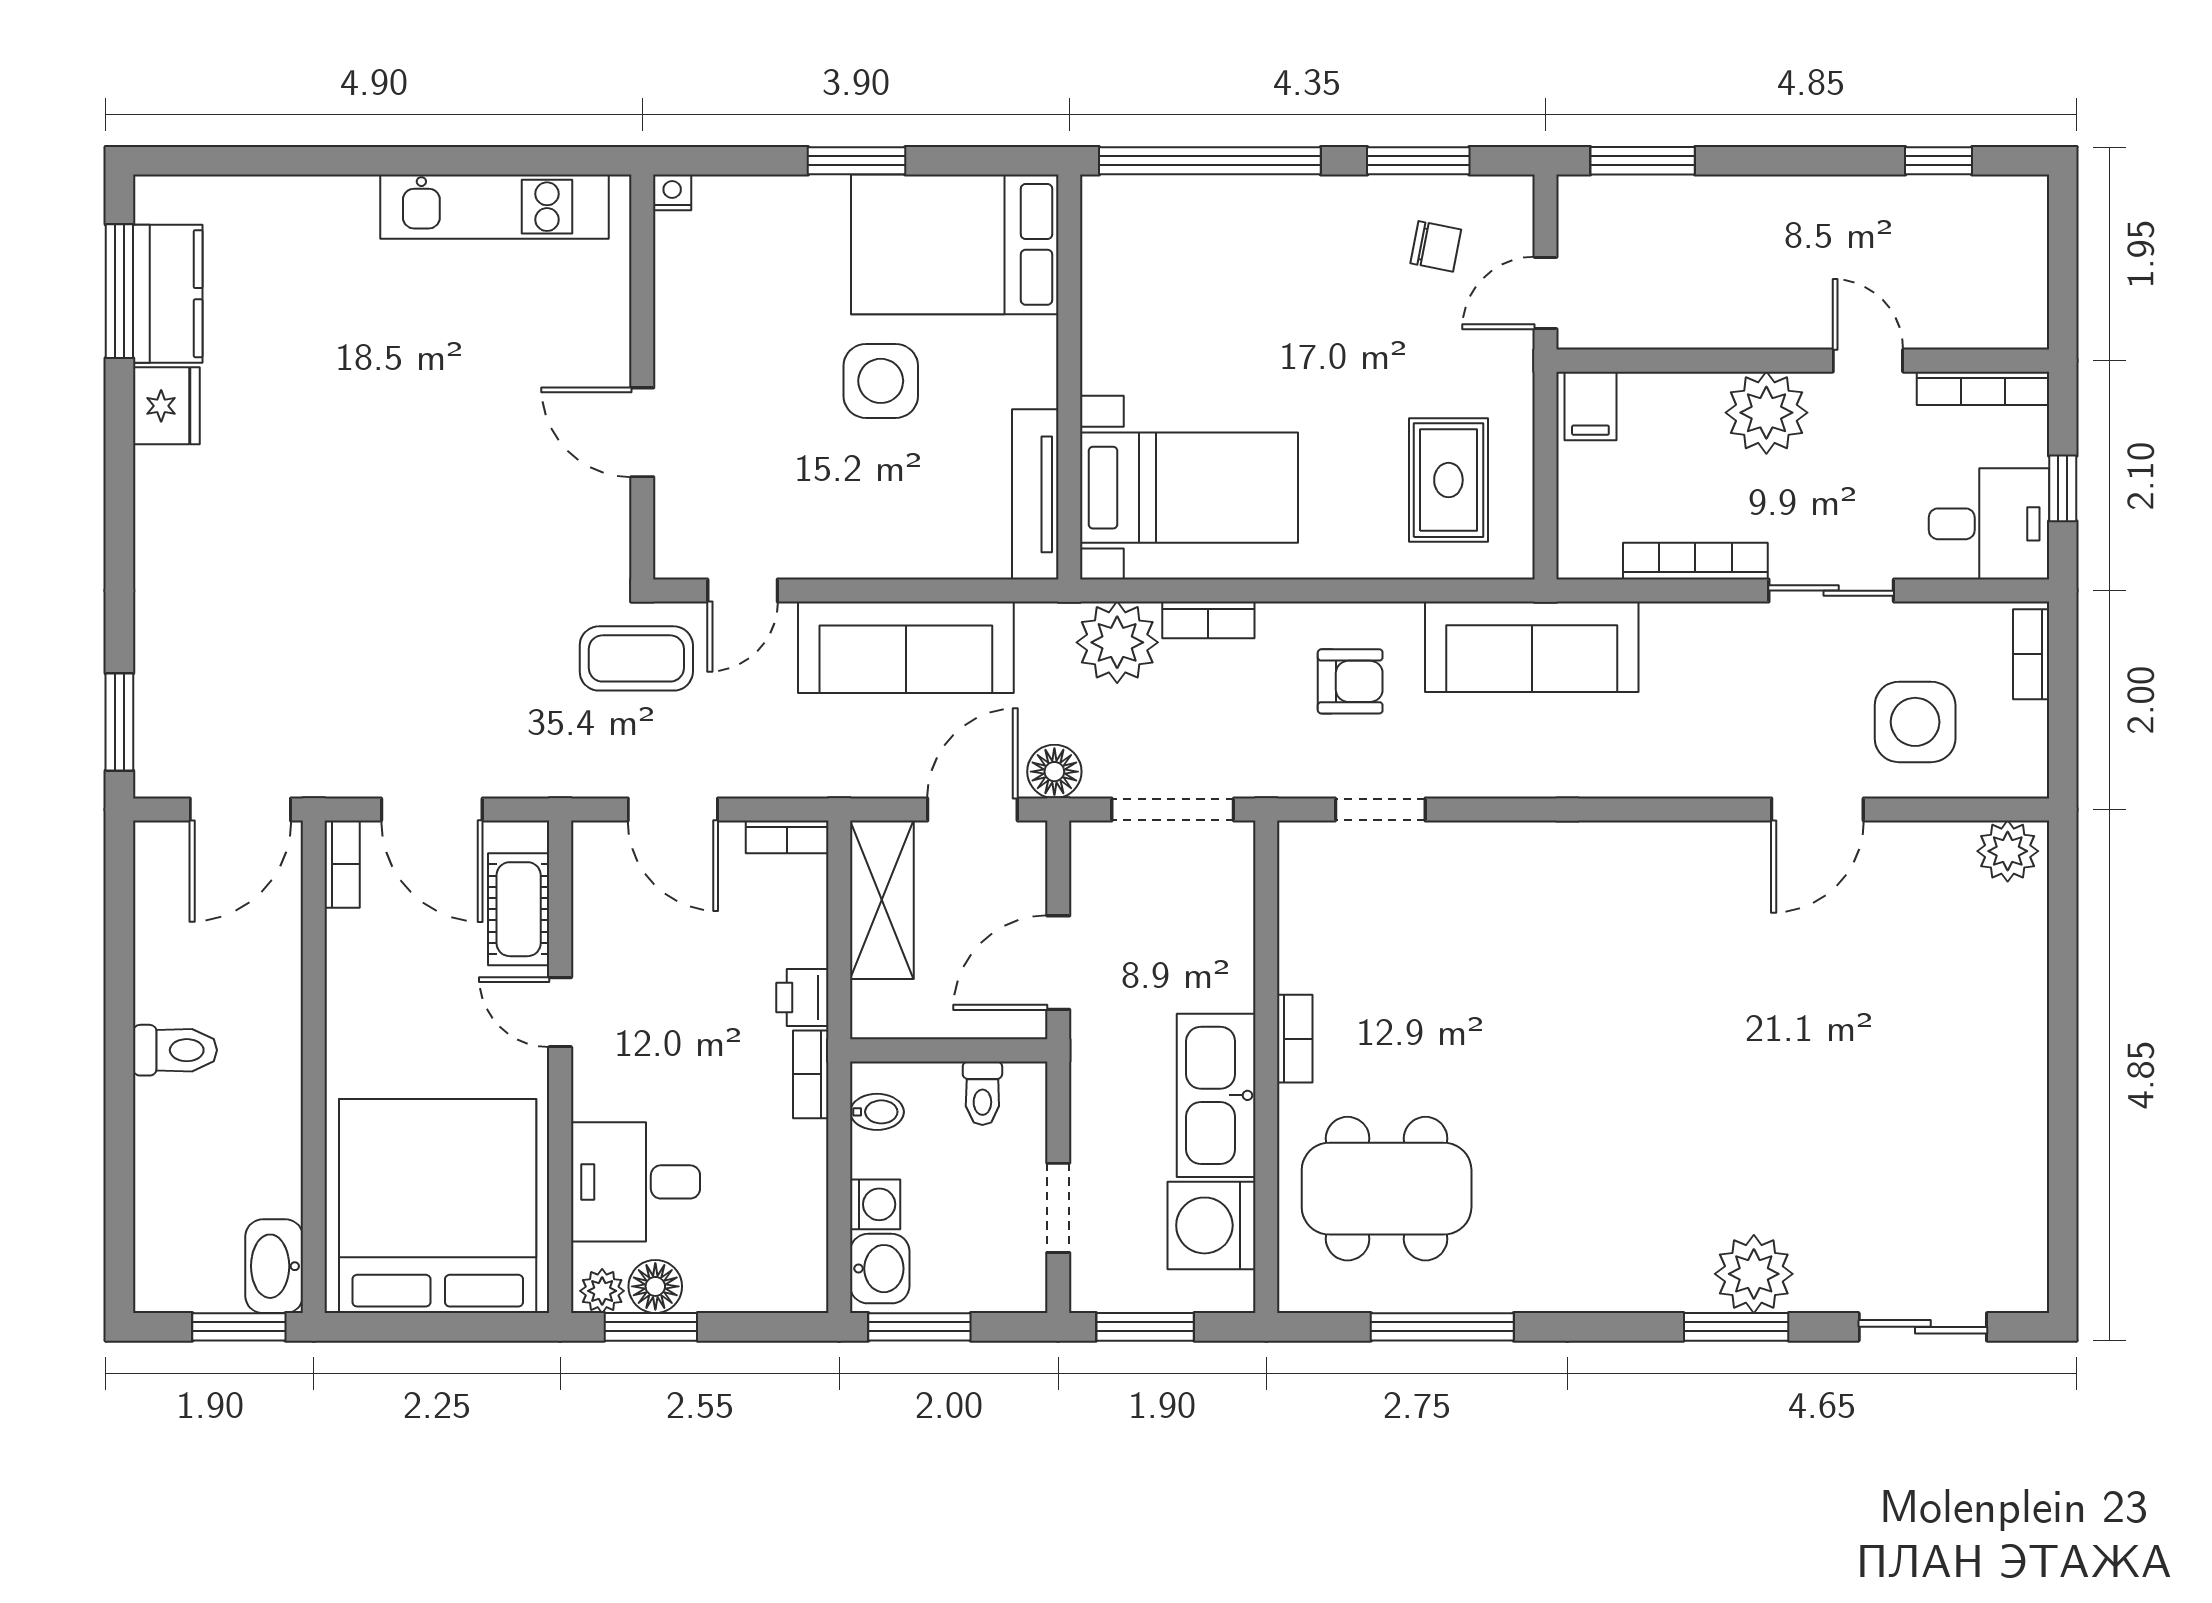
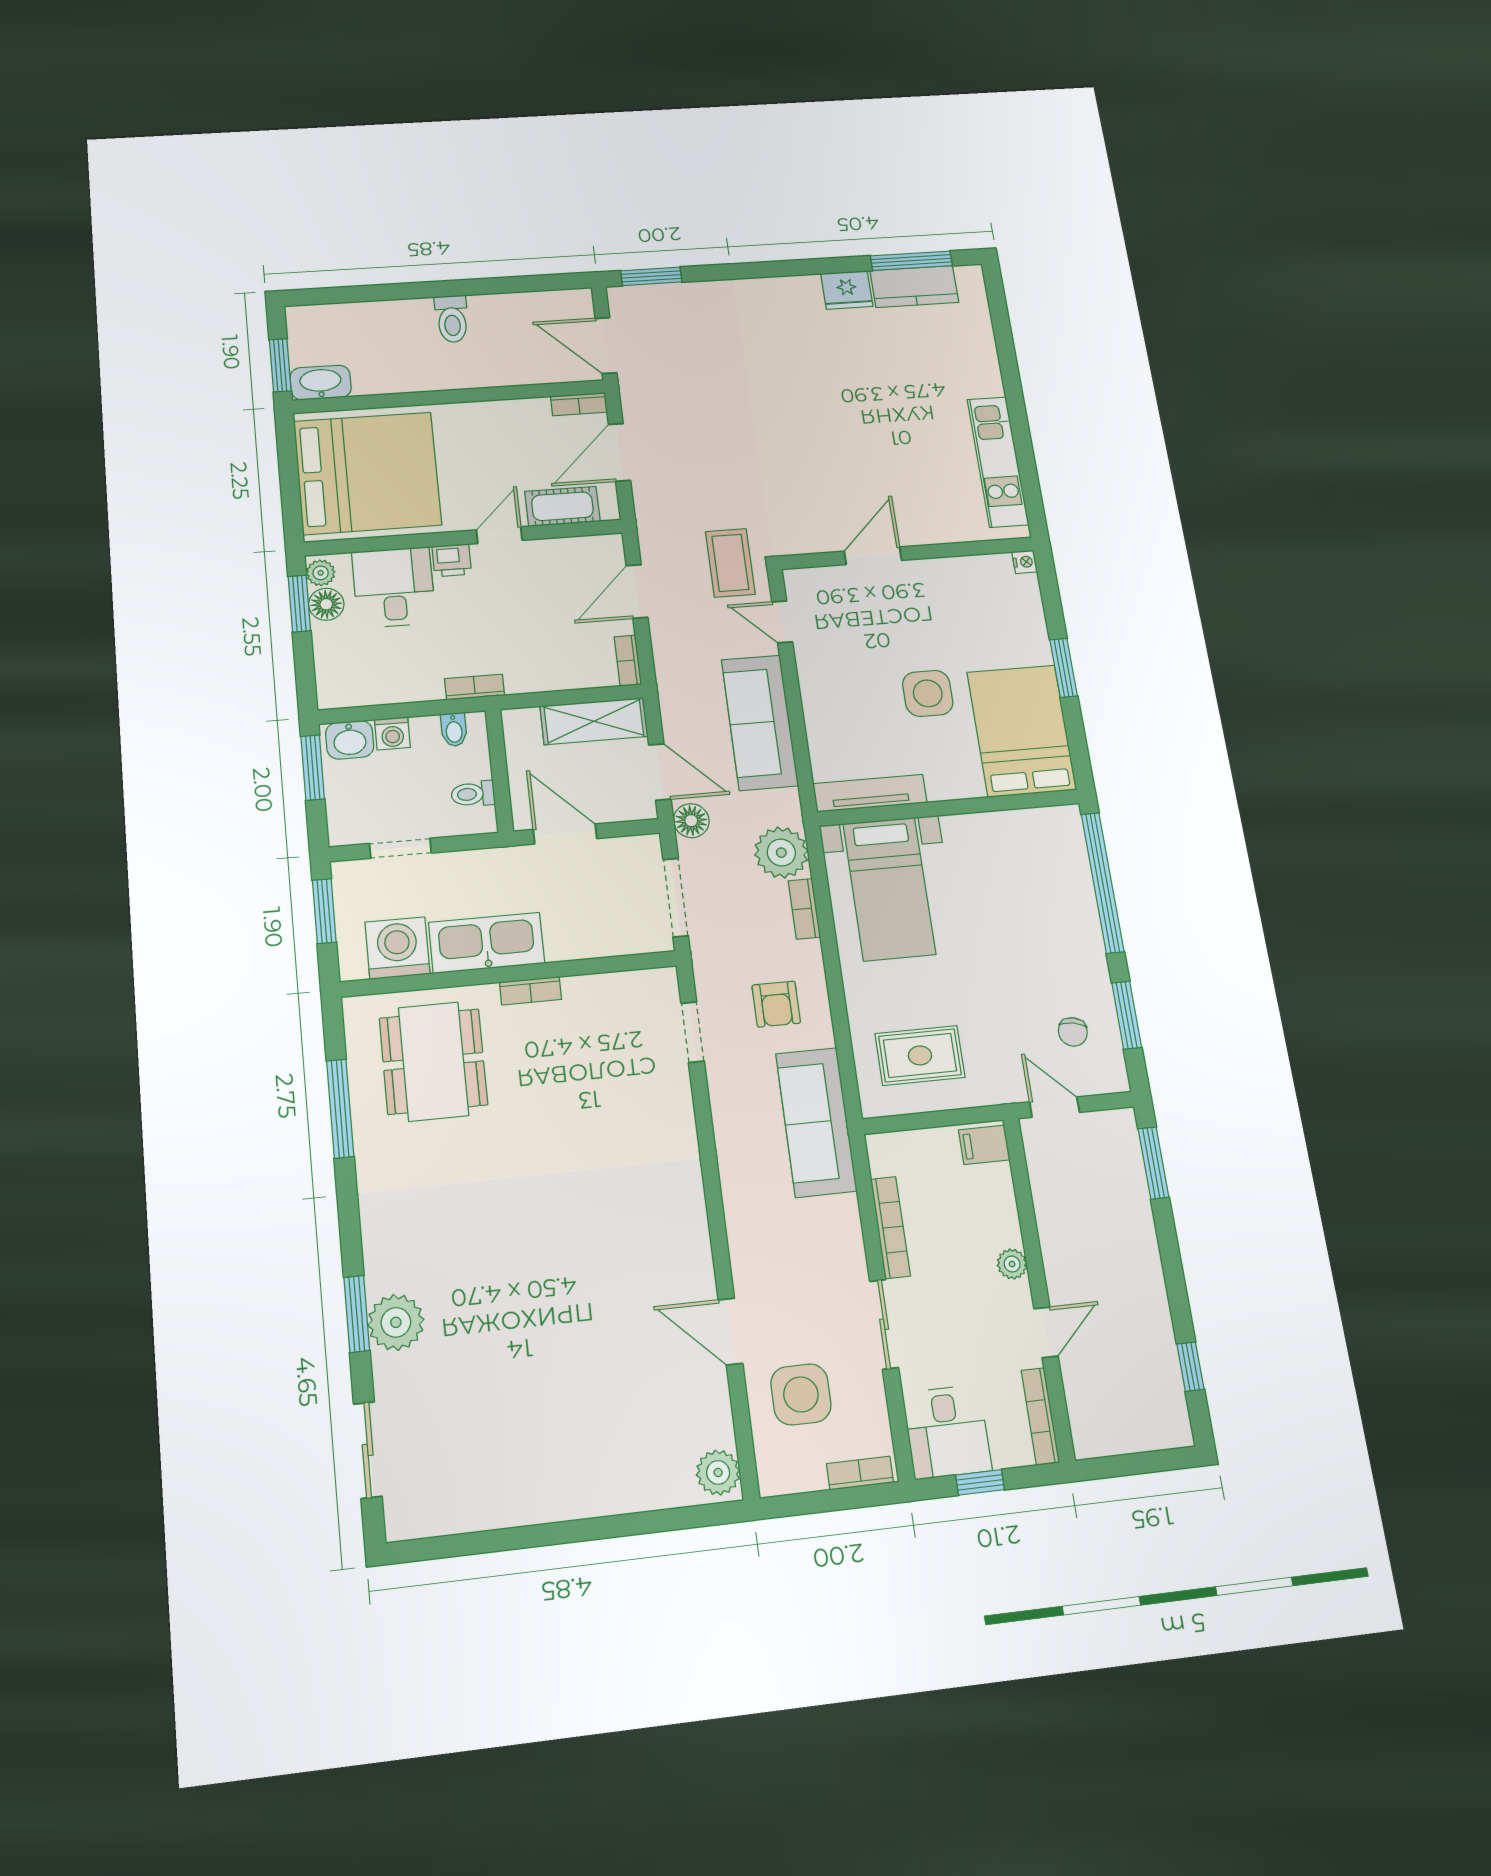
plant: (1766, 413) -> (1012, 1264), width x0.53, depth x0.53
printer: (802, 998) -> (452, 560), moved, turned 180

